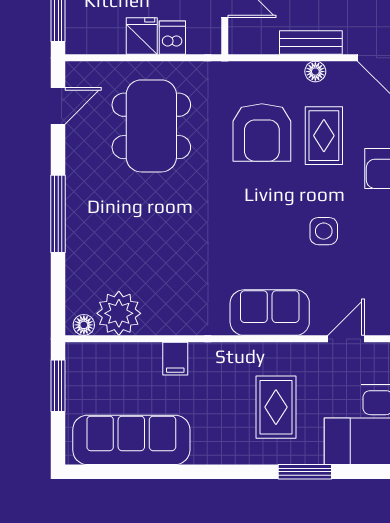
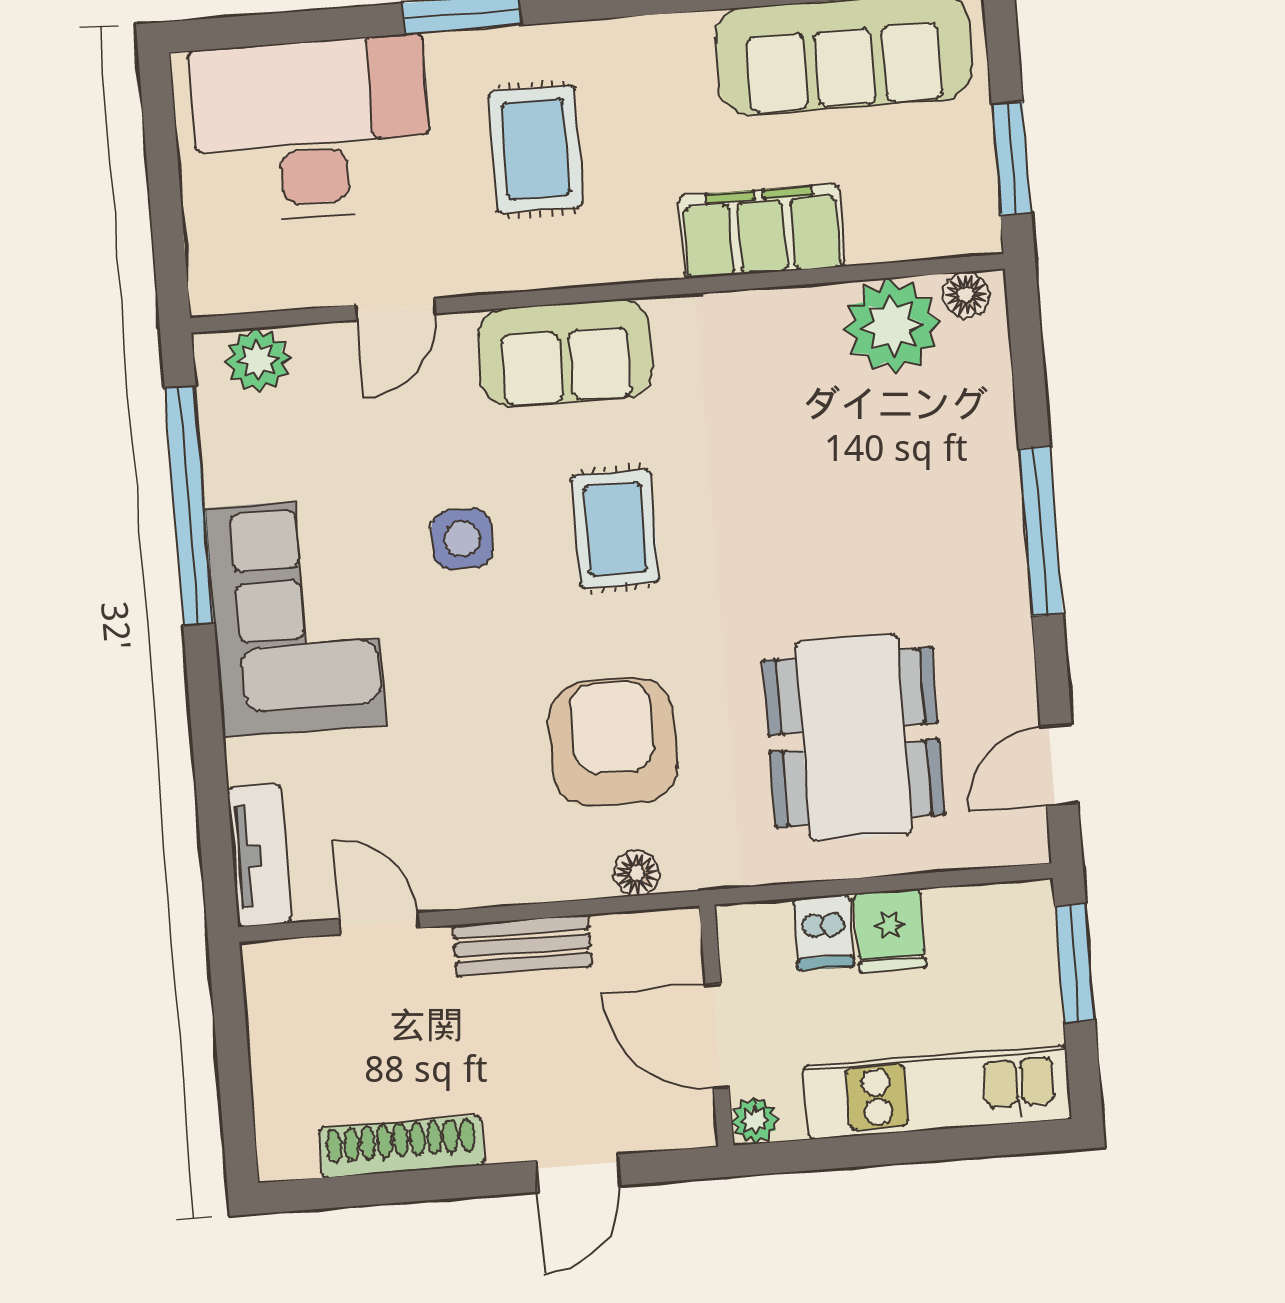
floor lamp: (315, 72) -> (637, 873), moved
rug: (324, 136) -> (615, 529), moved
filing cabinet: (175, 359) -> (762, 231), width x3.00, depth x1.17

